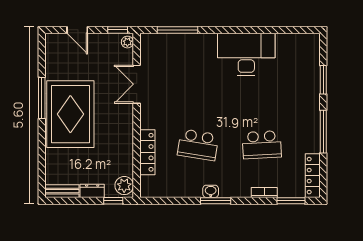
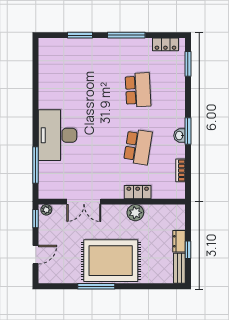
desk: (246, 54) -> (57, 135), moved
locker: (147, 152) -> (138, 192), width x0.66
locker: (313, 176) -> (165, 44), width x0.66
plant: (124, 186) -> (135, 213), moved
bookcase: (264, 192) -> (181, 170), moved
window: (113, 201) -> (188, 250), moved

